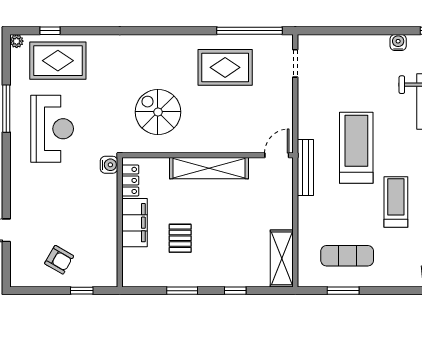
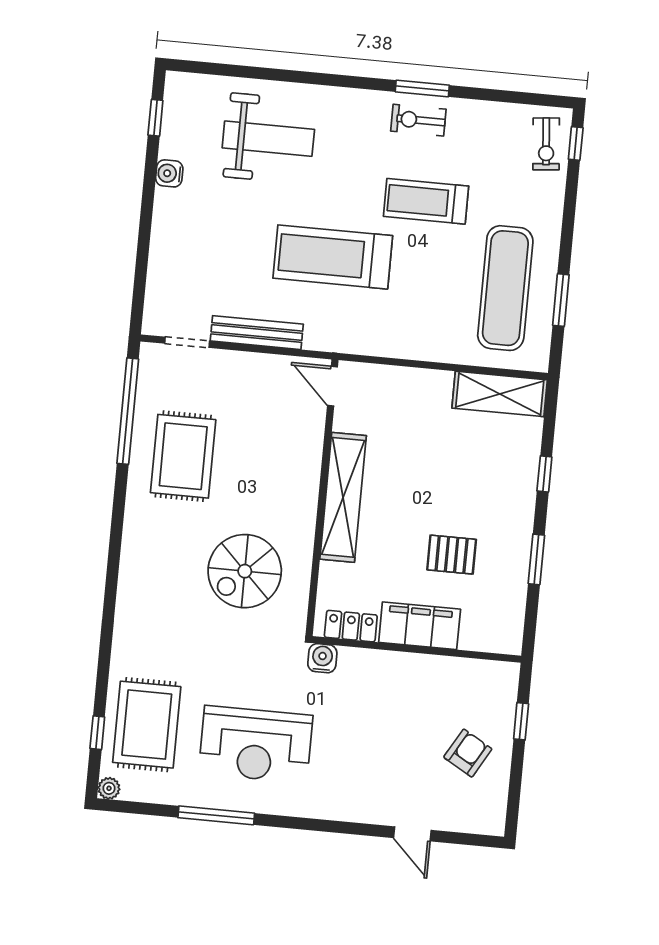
reception desk: (52, 129) -> (256, 744), turned 180
bench: (305, 167) -> (257, 333), moved
exercise mat: (347, 256) -> (505, 288), width x1.36, depth x1.45

